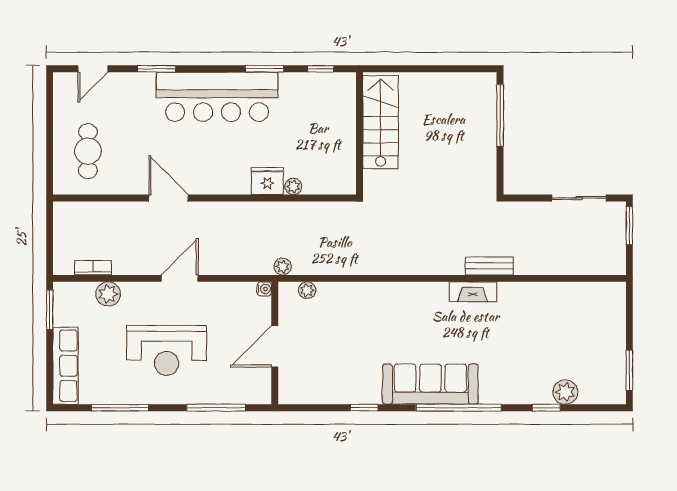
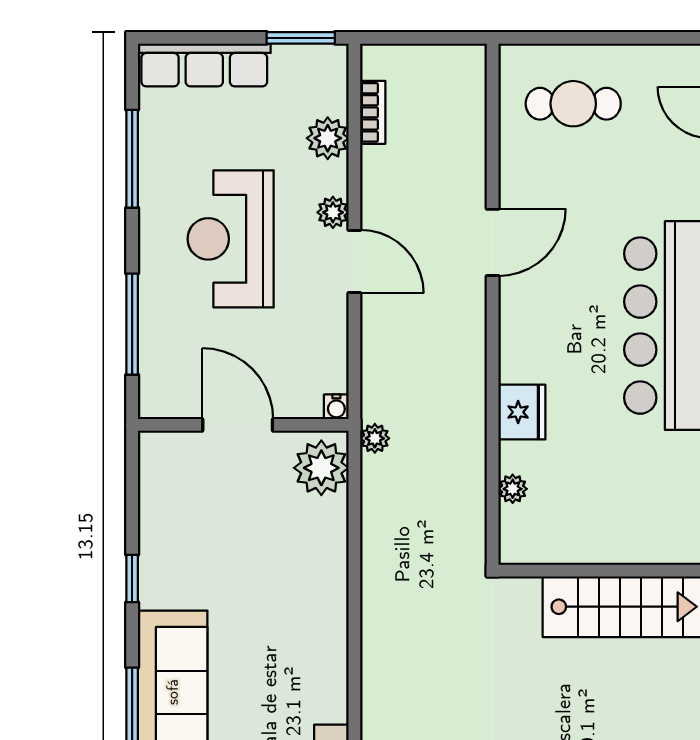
plant: (293, 186) -> (513, 489), moved
plant: (307, 290) -> (321, 468), width x1.88, depth x1.88
plant: (151, 291) -> (333, 212), added

